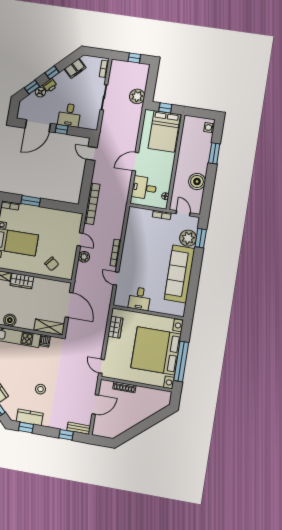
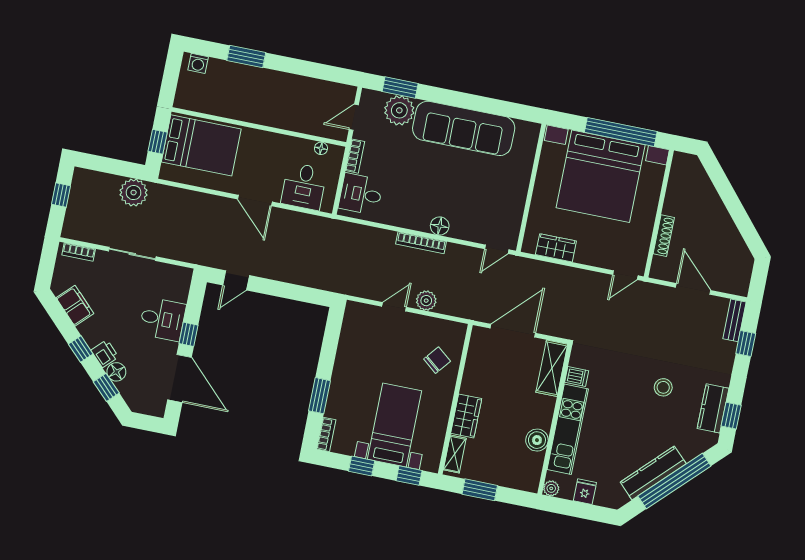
boiler: (197, 182) -> (297, 90), removed
bookcase: (92, 204) -> (329, 283), removed
floor lamp: (125, 263) -> (440, 226), added
door: (116, 278) -> (497, 249), moved
desk: (140, 299) -> (361, 194), moved, turned 180

